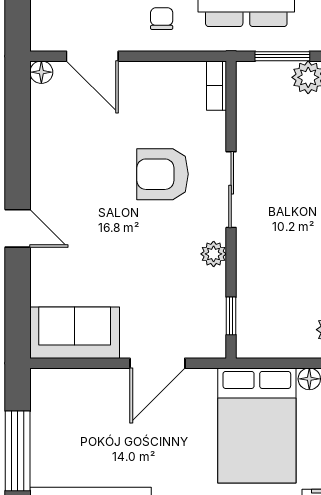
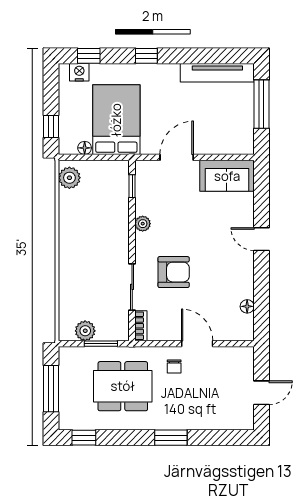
door: (92, 56) -> (197, 344), moved
floor lamp: (41, 72) -> (247, 306), moved
sliding door: (231, 190) -> (132, 287), moved

